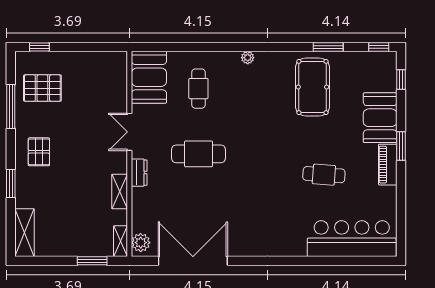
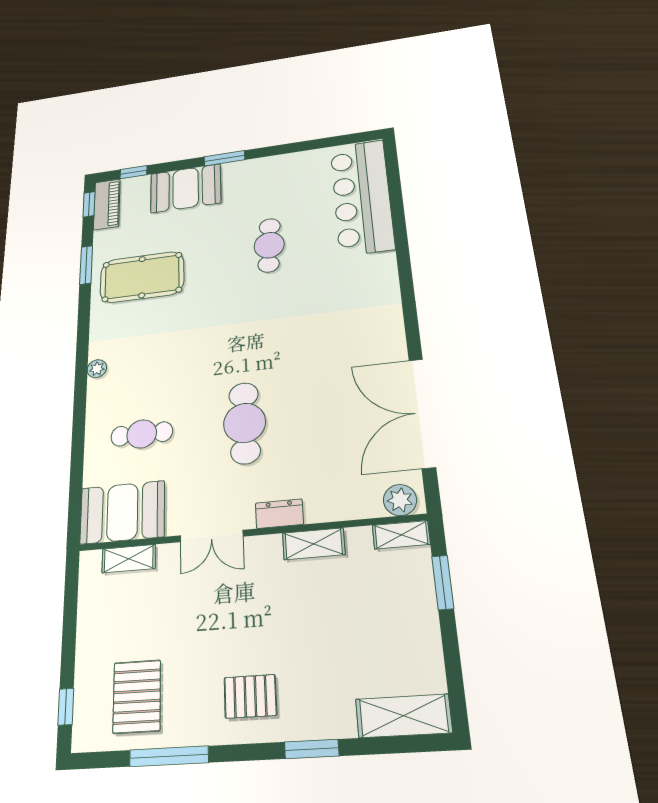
shelving: (120, 82) -> (129, 559), added
piano: (388, 165) -> (107, 204), moved, turned -90

